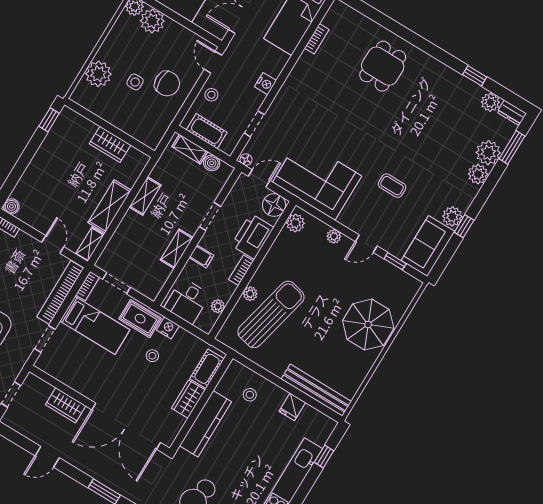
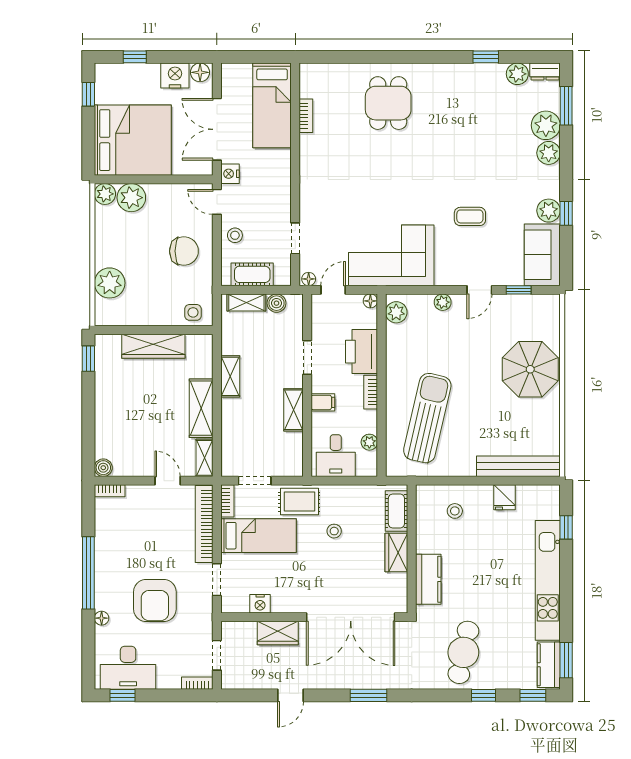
side table: (135, 82) -> (193, 312), moved
nightstand: (265, 84) -> (230, 174), moved, turned 180
wardrobe: (110, 144) -> (153, 346), width x1.50
floor lamp: (274, 205) -> (370, 301), width x0.53, depth x0.53
plant: (250, 294) -> (394, 410), removed
nightstand: (168, 328) -> (260, 604), moved, turned 180
kitchen counter: (205, 424) -> (428, 579), width x0.67

